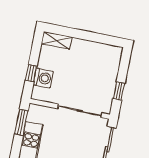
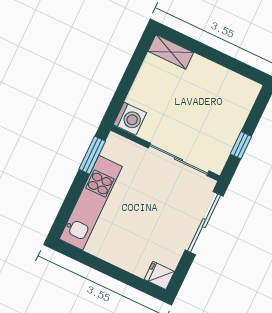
window: (31, 73) -> (123, 89), removed
washing machine: (43, 78) -> (130, 119), moved

